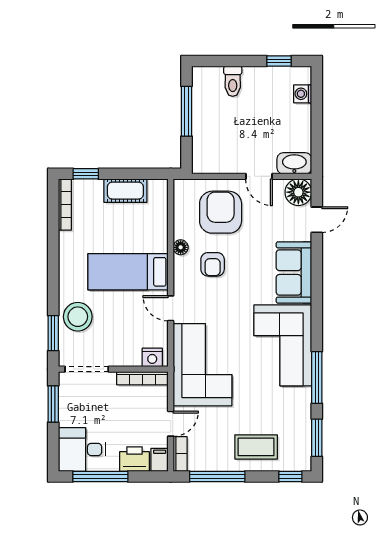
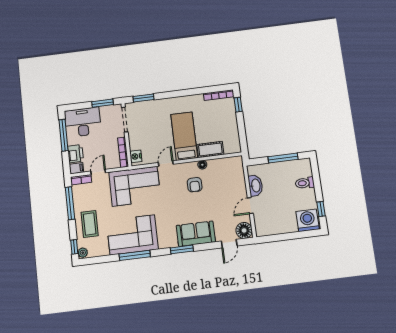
washing machine: (303, 94) -> (308, 220), width x1.89, depth x1.89
washbasin: (294, 163) -> (255, 186), moved
cot: (125, 191) -> (210, 149), moved, turned 90
armchair: (221, 212) -> (226, 186), removed
door: (317, 220) -> (229, 244), hinge flipped
armchair: (213, 264) -> (195, 185), turned -90
stool: (78, 317) -> (155, 111), removed
corner sofa: (283, 345) -> (132, 235), moved
door: (171, 424) -> (98, 172), swing flipped
window: (317, 438) -> (182, 249), moved
desk: (82, 449) -> (83, 122), width x1.37
plant: (302, 463) -> (83, 253), added

